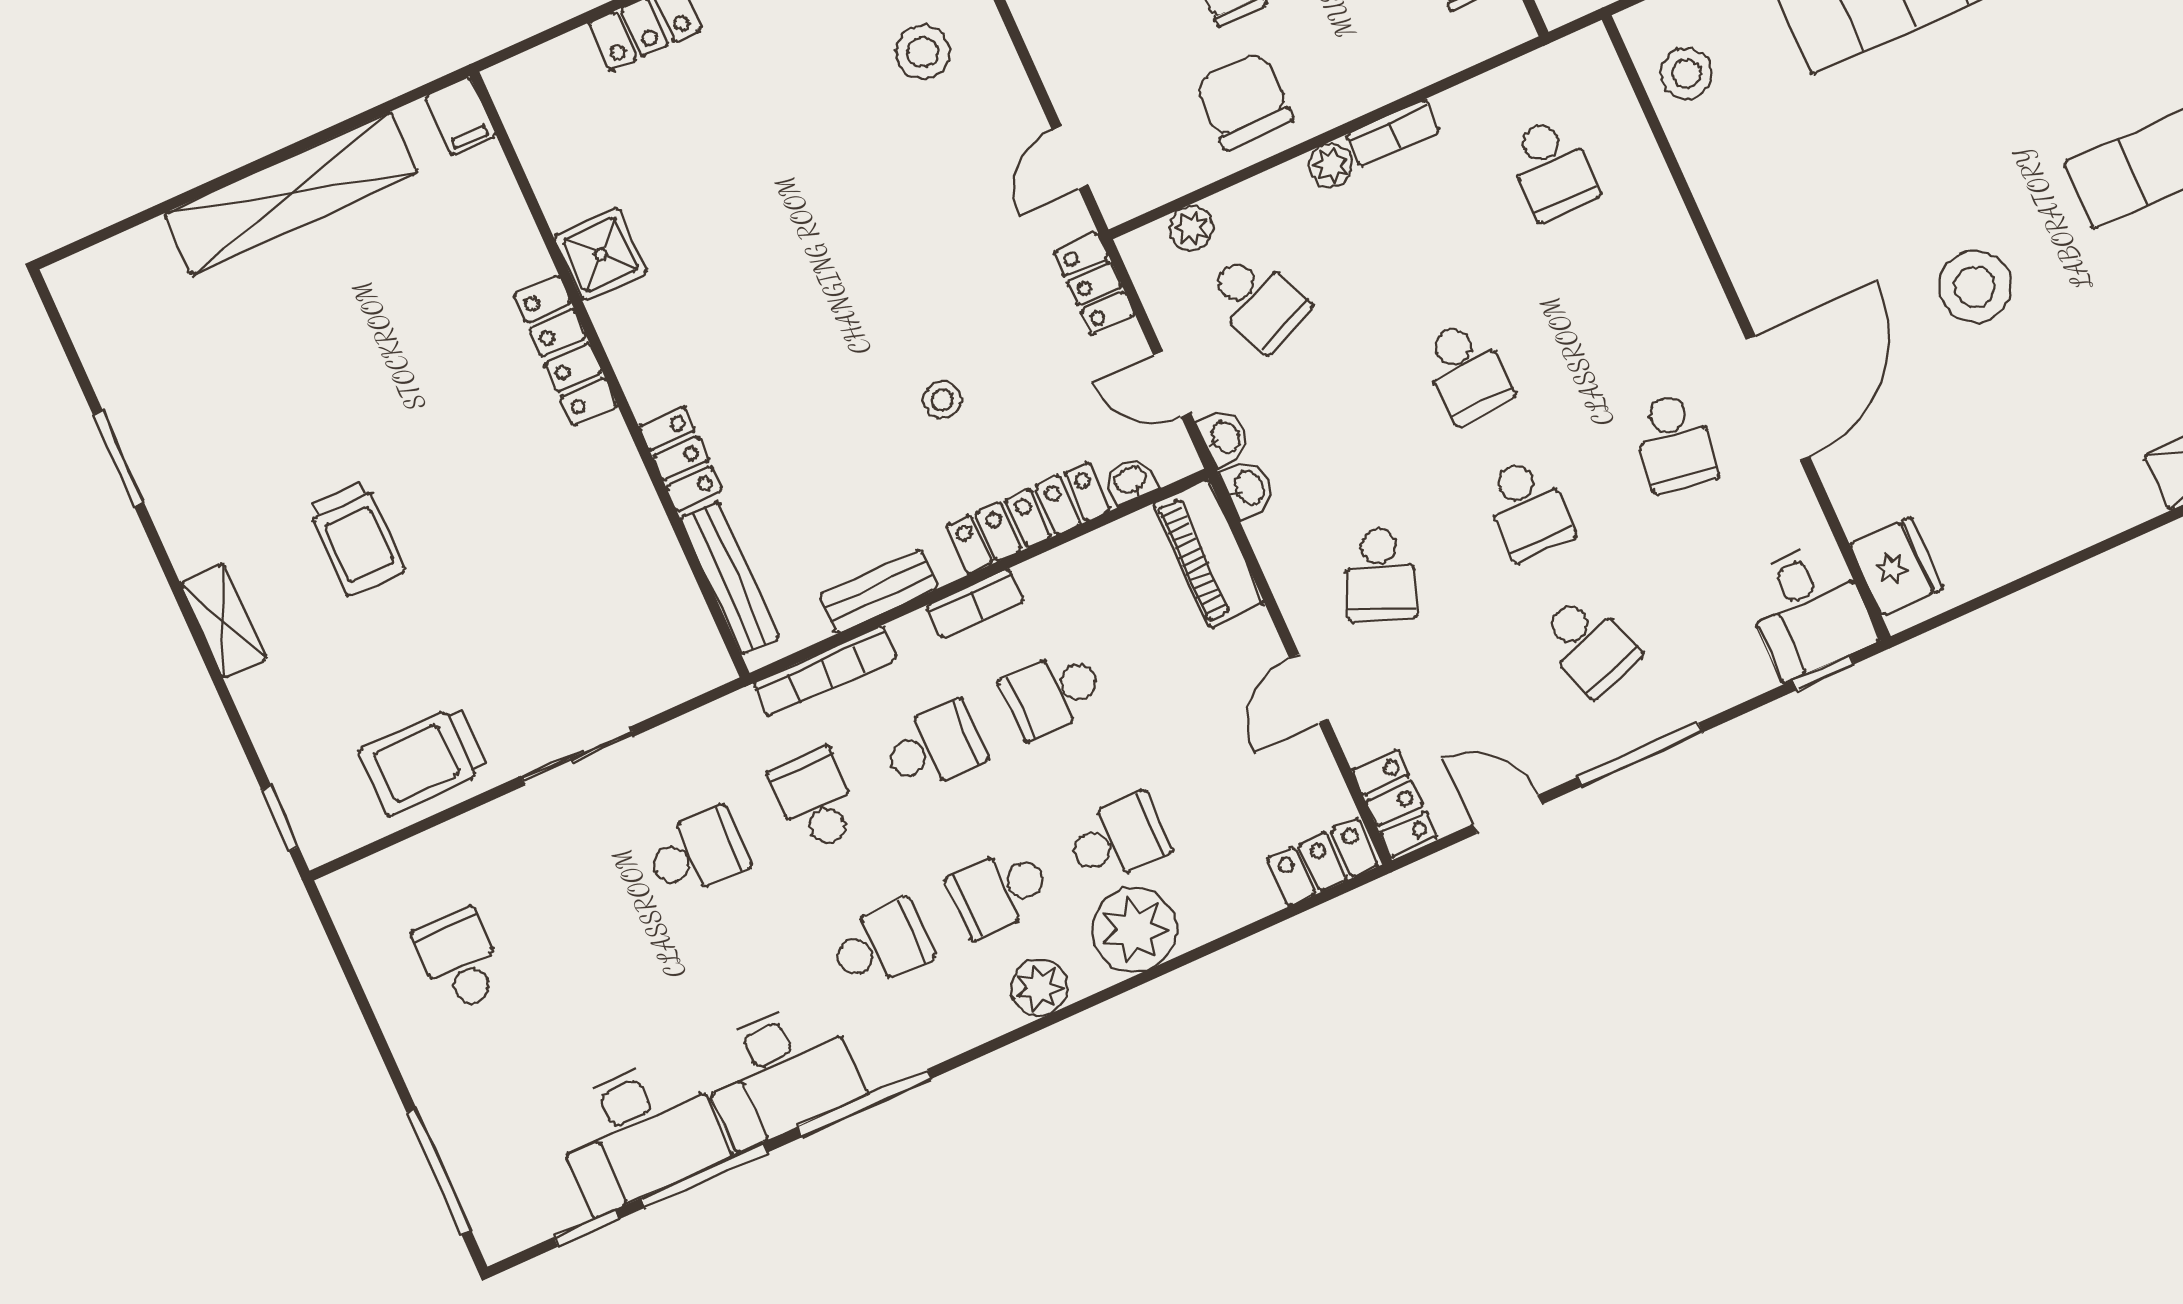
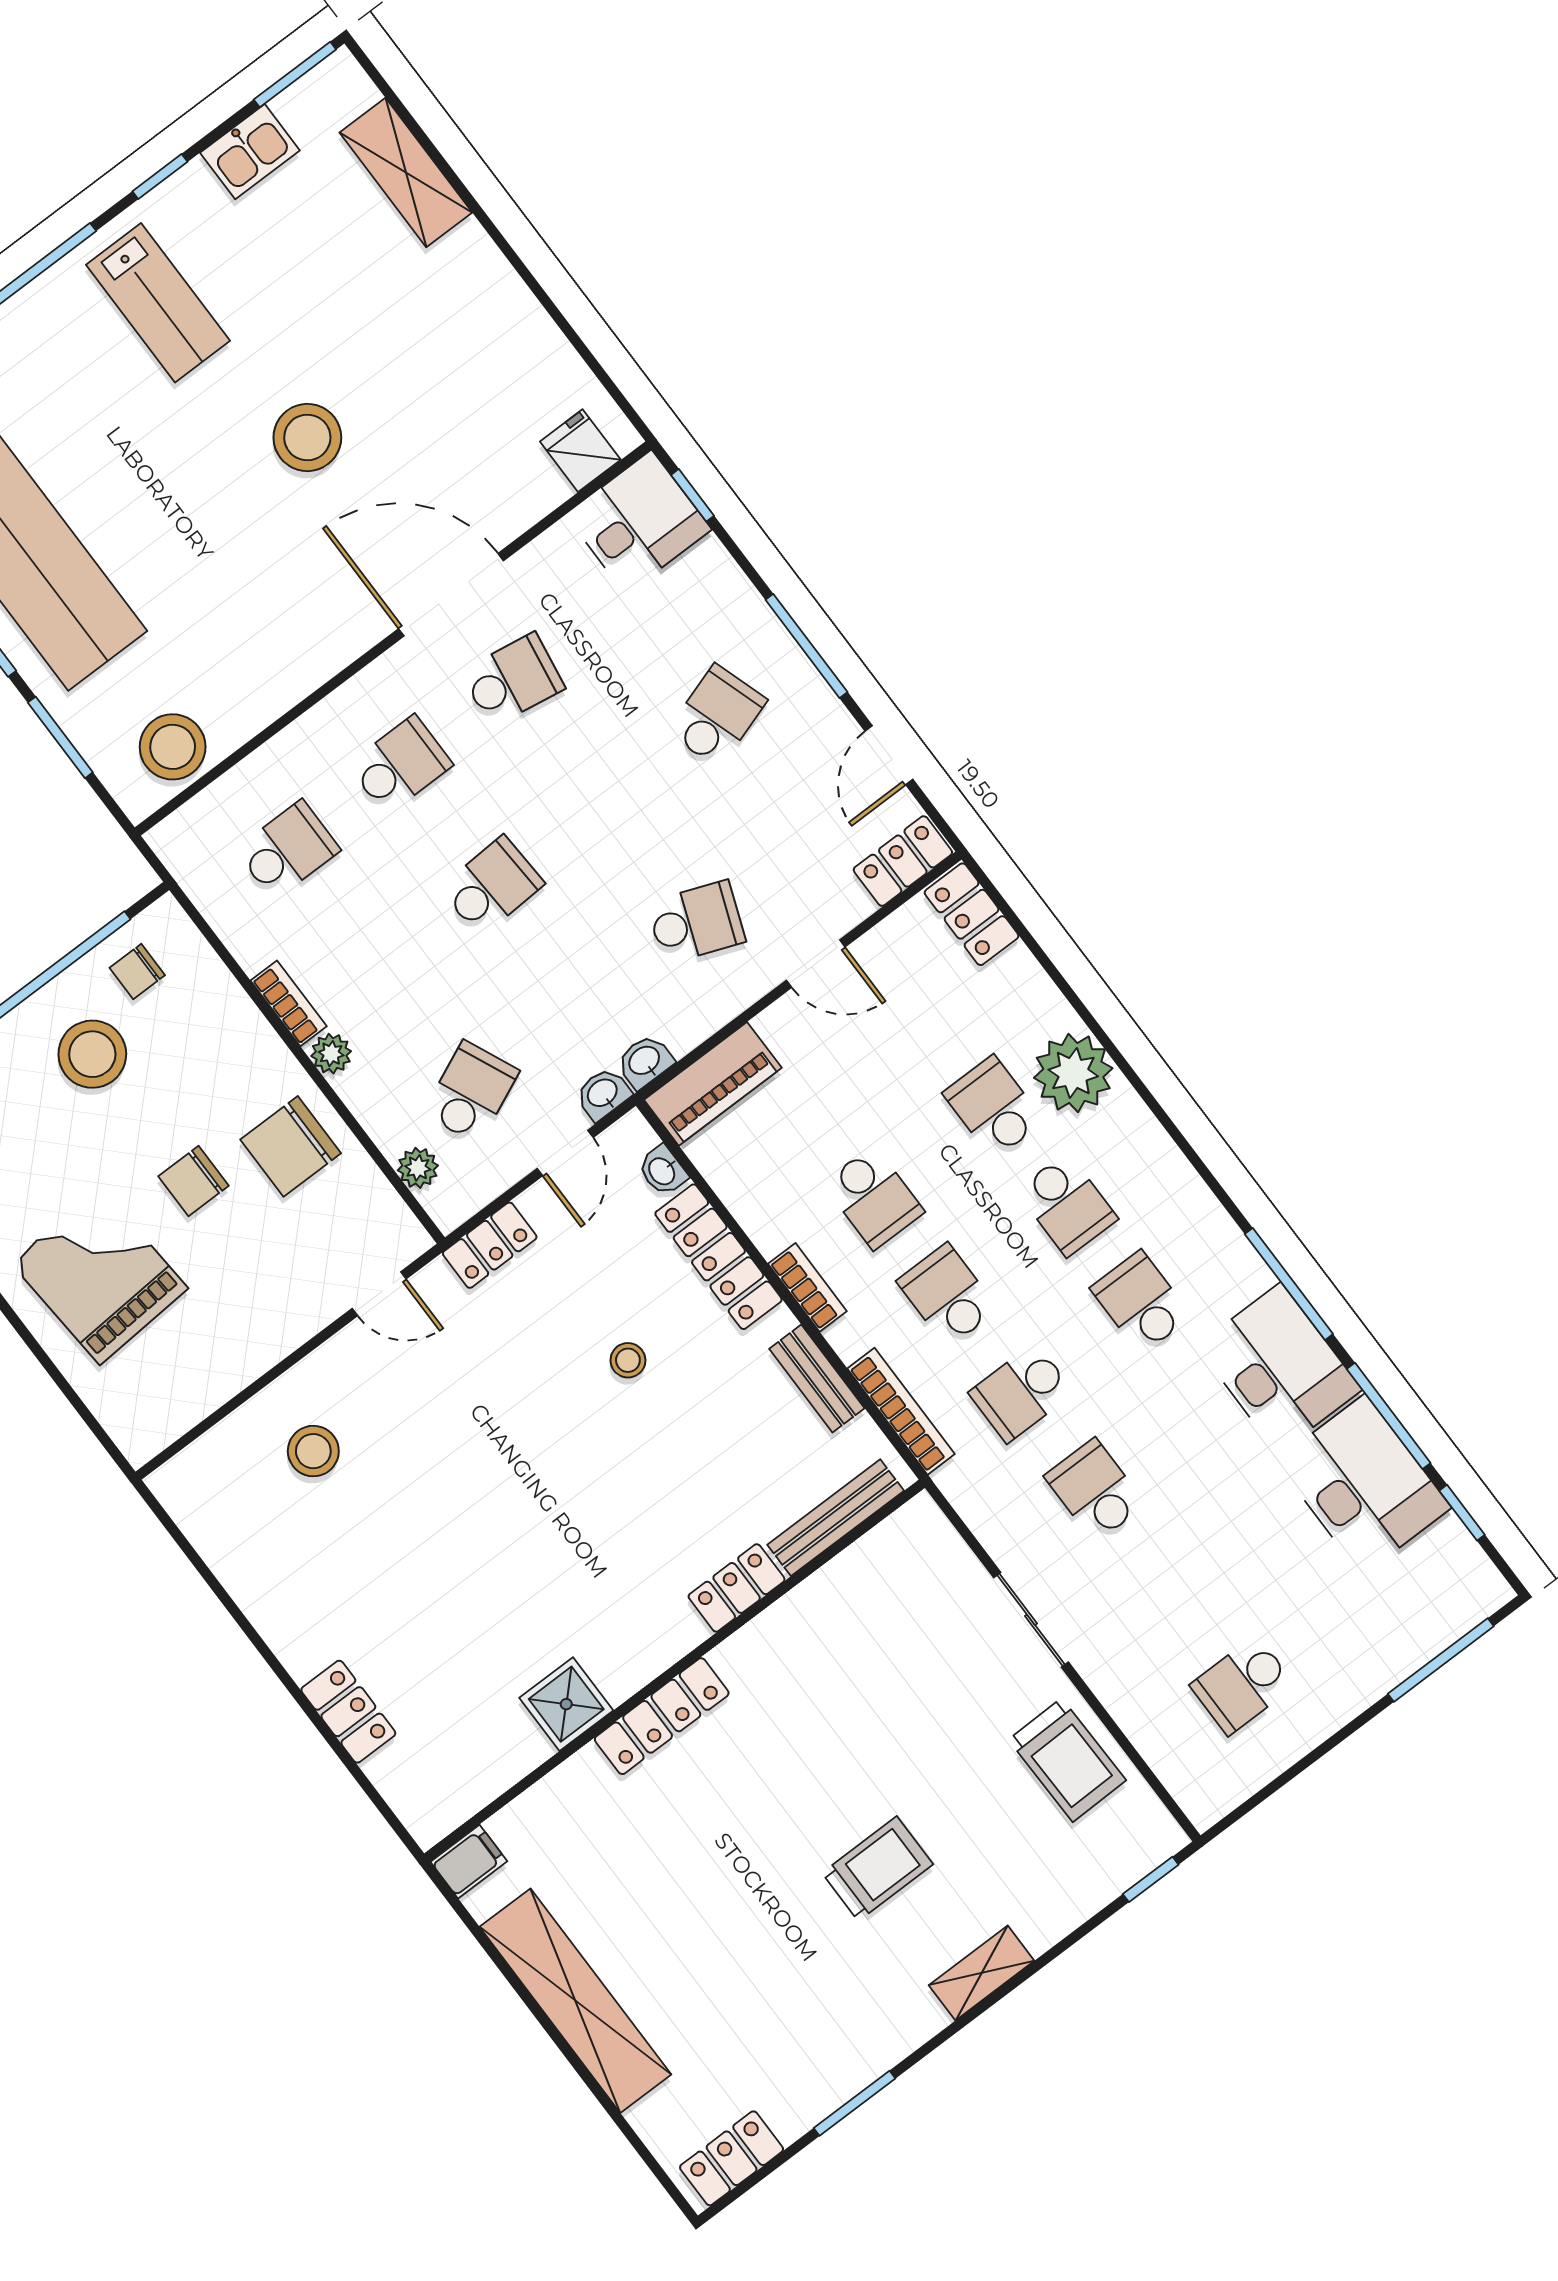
stool: (1686, 74) -> (173, 747), width x1.38, depth x1.38
locker: (91, 318) -> (732, 2158), added
school desk: (1528, 508) -> (400, 765), moved
fridge: (1896, 567) -> (580, 451), width x0.72
plant: (1039, 988) -> (1146, 1148), removed

